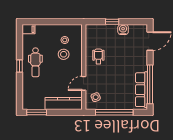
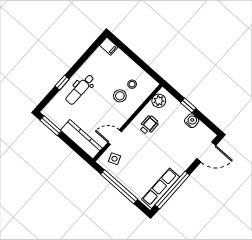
plant: (91, 35) -> (159, 101), added
dental chair: (35, 62) -> (80, 89), moved
window: (20, 66) -> (62, 83), moved

